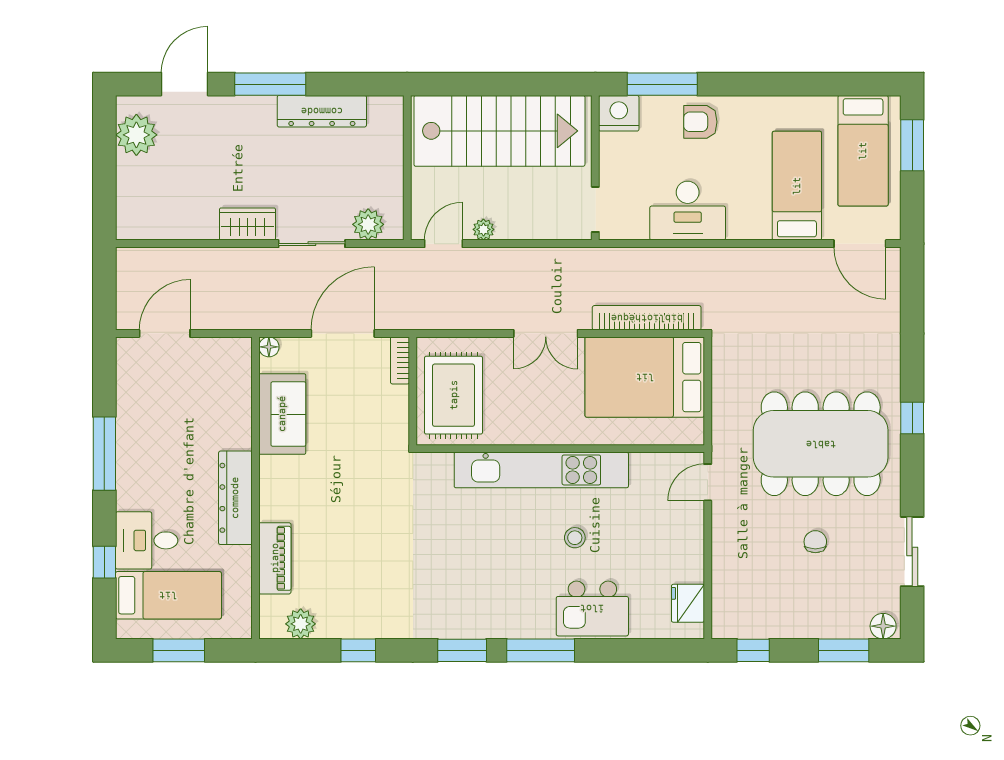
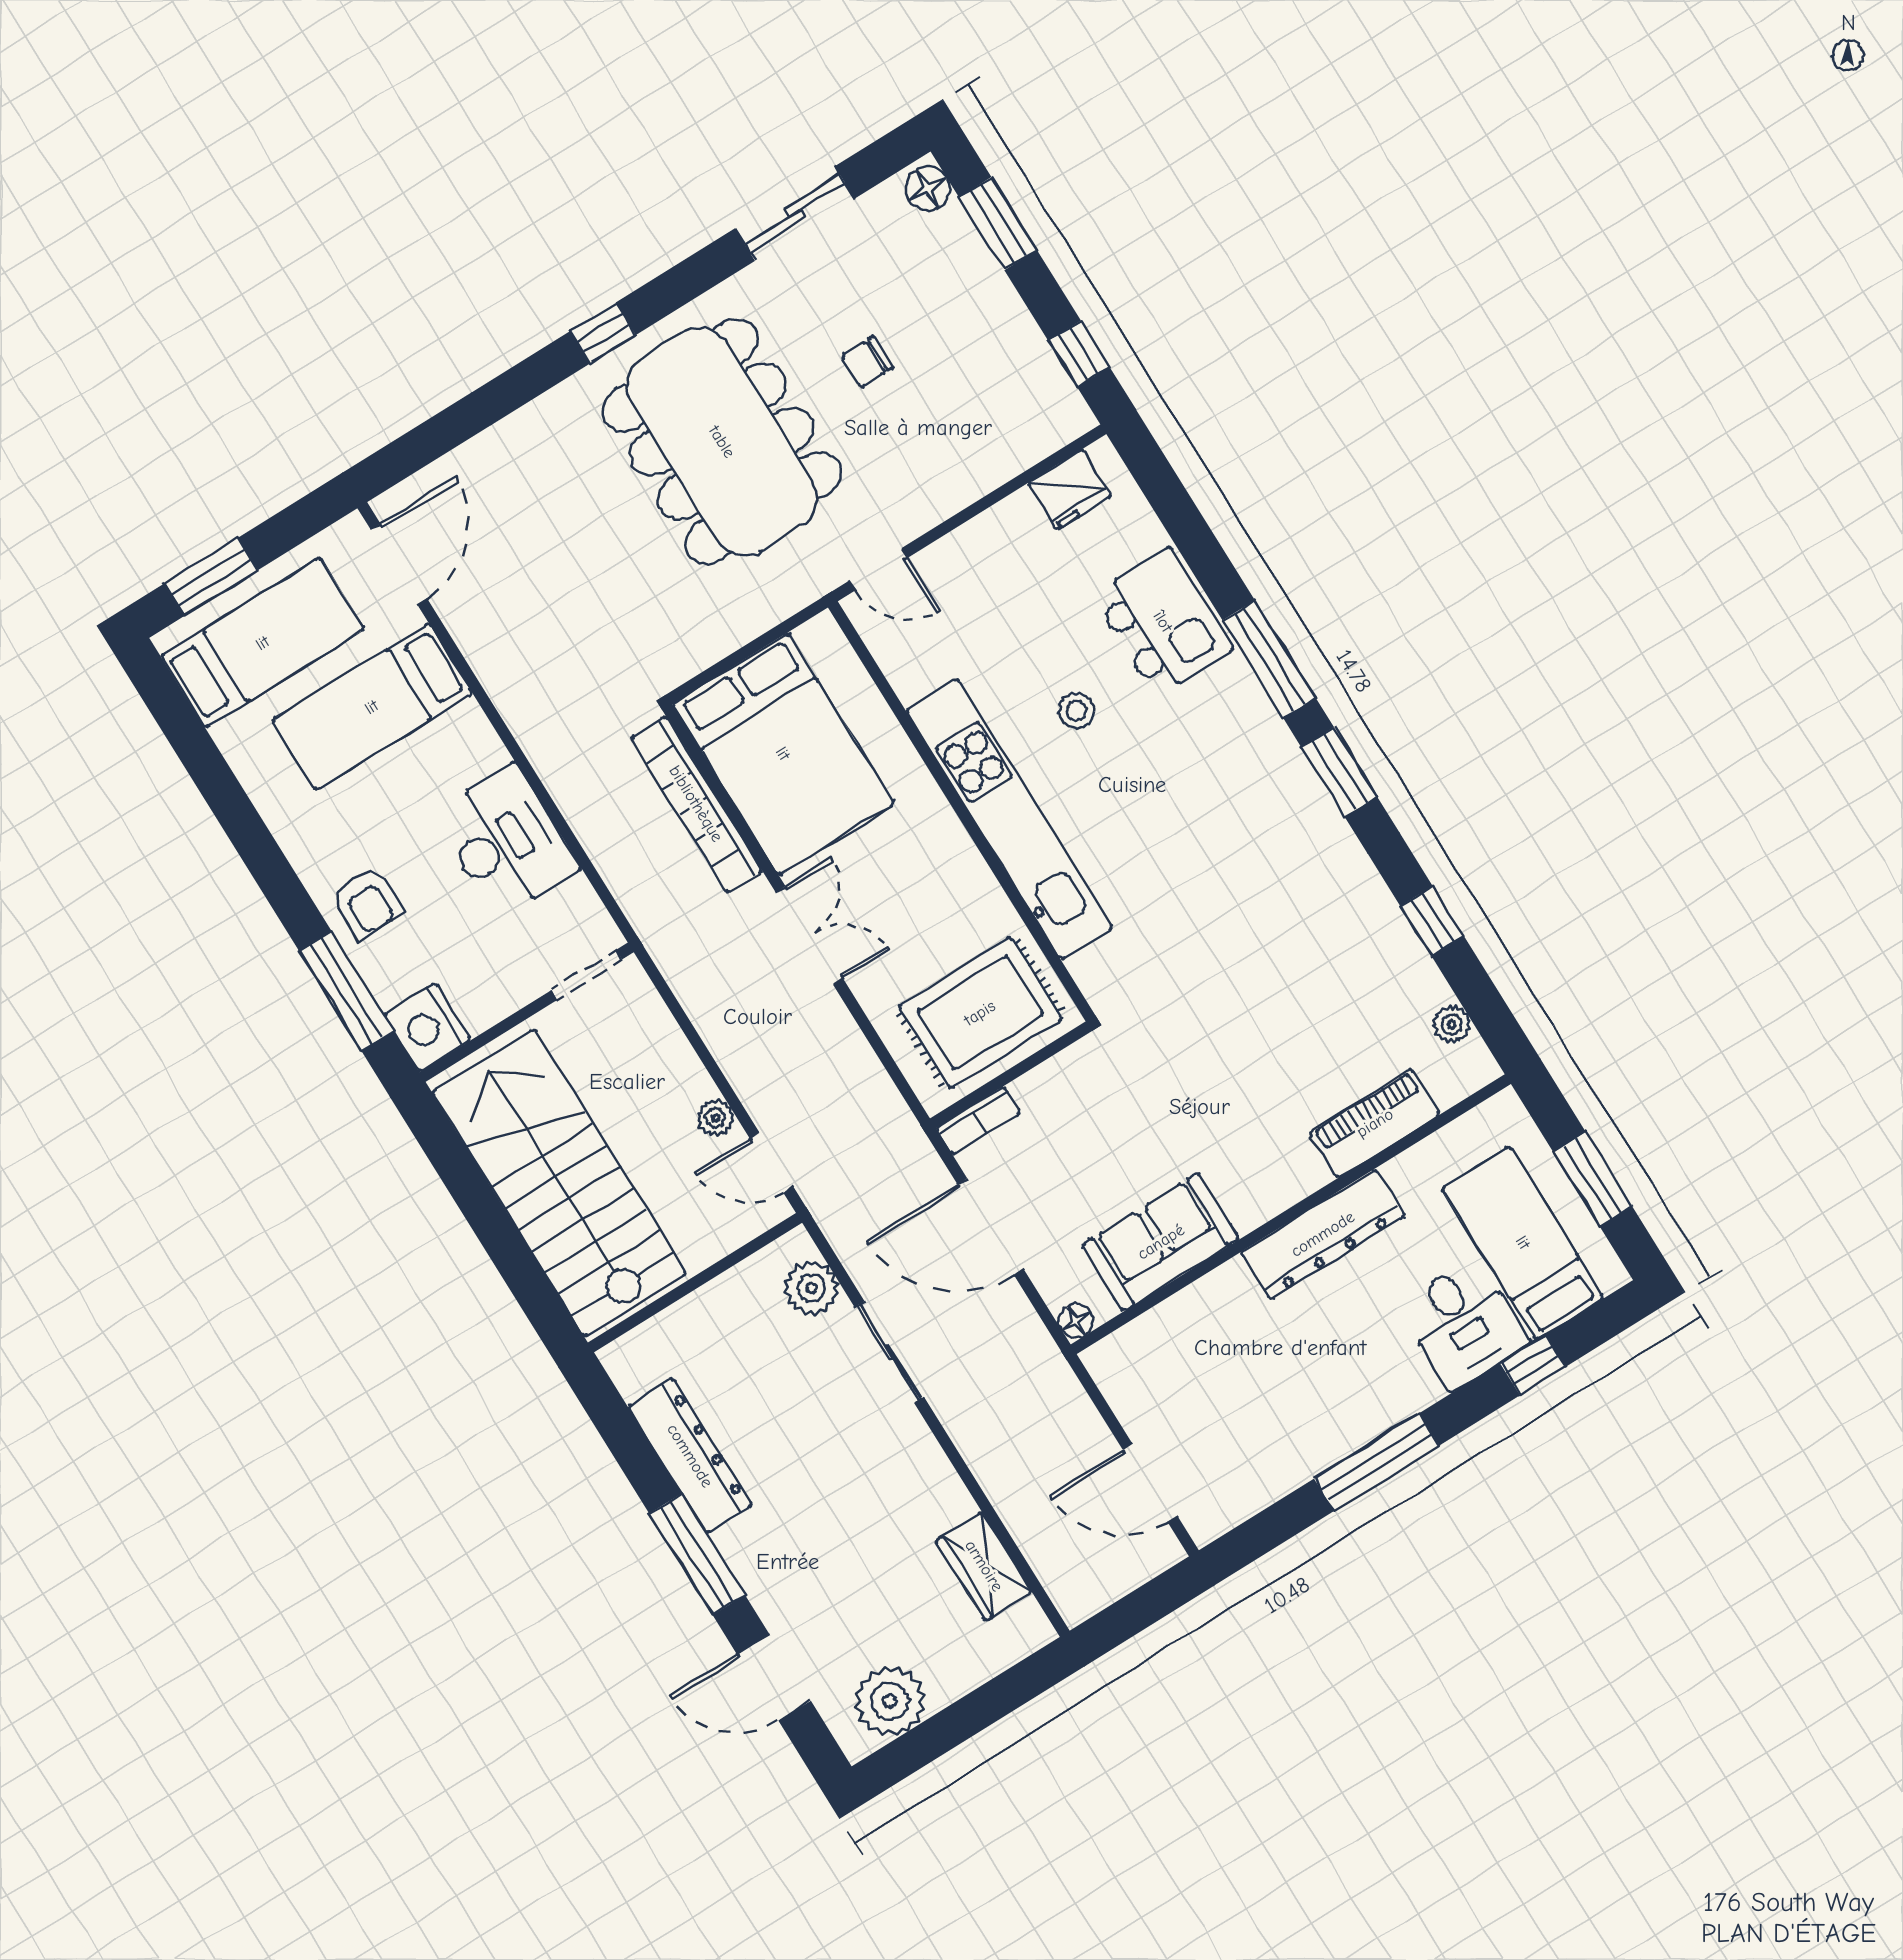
wardrobe: (247, 224) -> (984, 1566), moved
plant: (301, 624) -> (1452, 1024), width x0.73, depth x0.73

